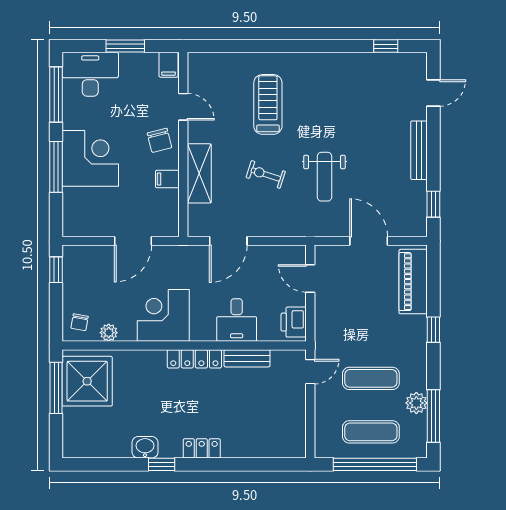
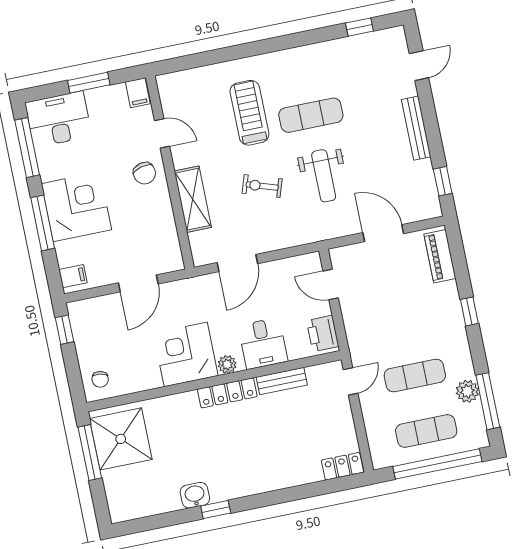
exercise mat: (324, 118) -> (311, 115), added
filing cabinet: (167, 179) -> (73, 276), moved, turned 180
piano: (413, 282) -> (440, 256), width x0.73, depth x0.75
plant: (109, 333) -> (227, 364), moved
locker: (202, 448) -> (342, 466), moved

